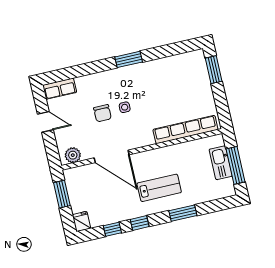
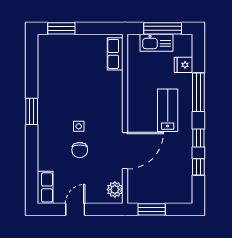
chair: (102, 113) -> (80, 150), turned 90
row of seats: (185, 130) -> (115, 54), width x0.50
window: (183, 213) -> (198, 92), width x1.44
fridge: (82, 221) -> (183, 65), moved

